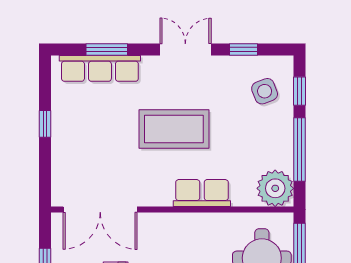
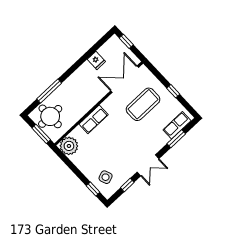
row of seats: (100, 68) -> (177, 125), width x0.68
coffee table: (174, 129) -> (143, 104), moved
window: (299, 149) -> (73, 168), removed

